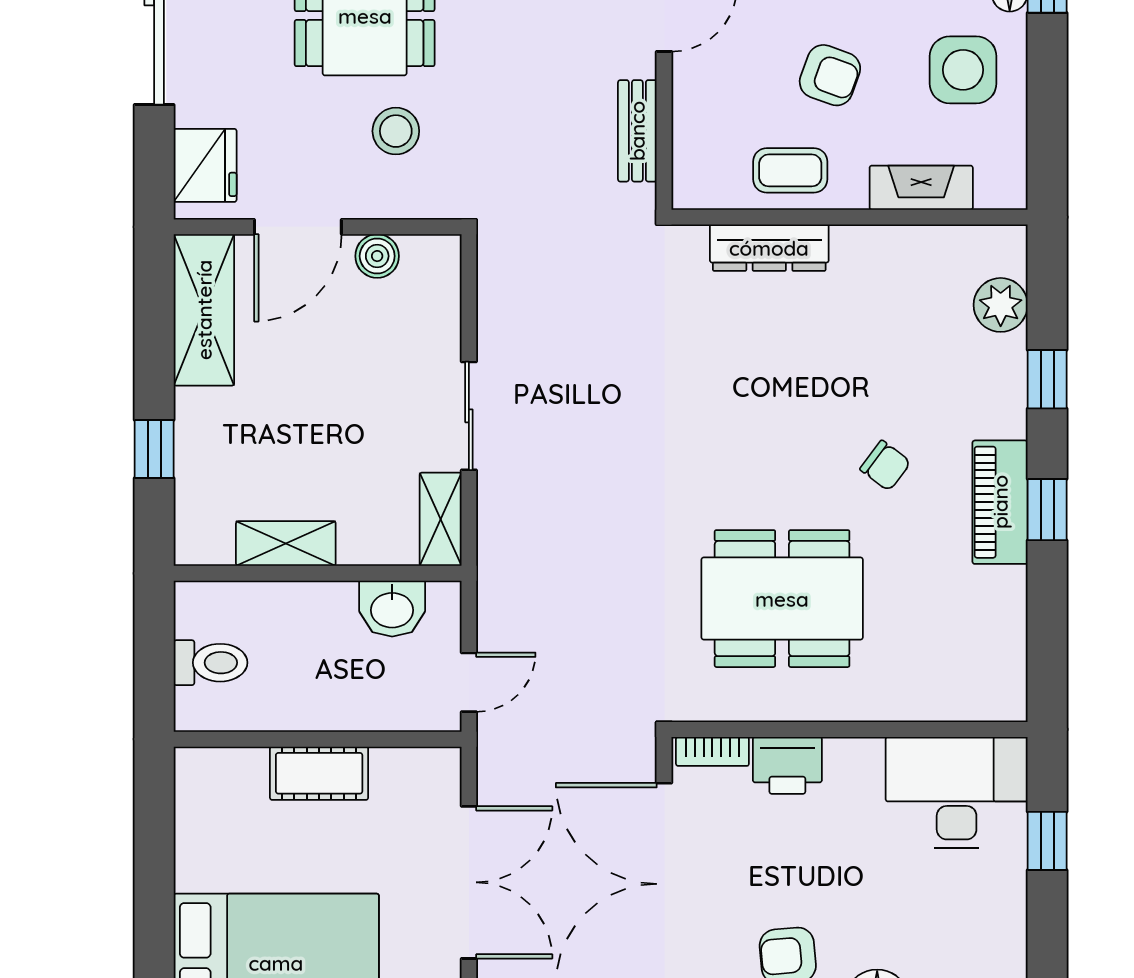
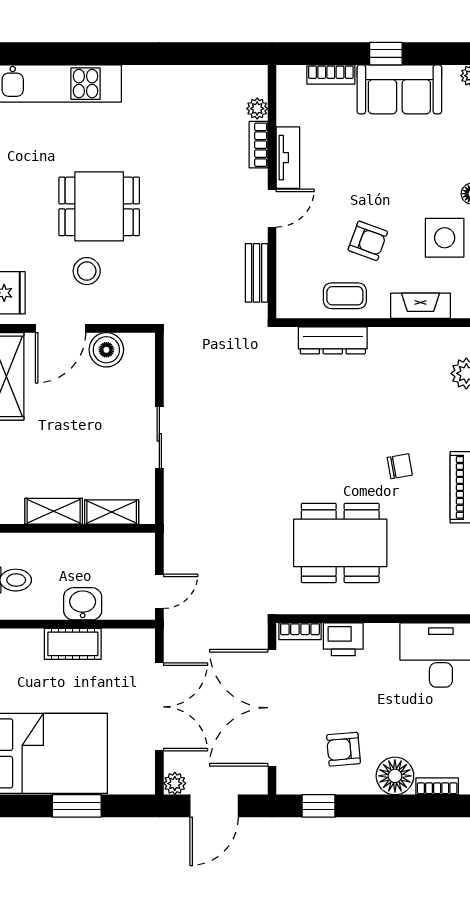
stool: (396, 131) -> (87, 271), moved
boiler: (377, 256) -> (106, 350), width x1.36, depth x1.36
chair: (885, 466) -> (400, 466), turned -47
shelving: (441, 519) -> (112, 512), moved, turned 90
washbasin: (392, 609) -> (83, 604), moved, turned 180

